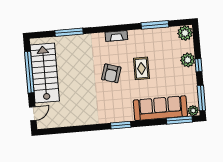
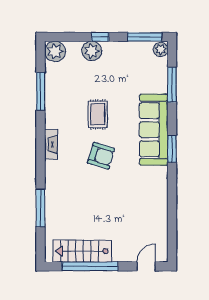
rug: (141, 68) -> (98, 114), turned 90
stairs: (45, 73) -> (82, 251), width x0.73, depth x0.66
sofa: (160, 108) -> (154, 130), moved
door: (33, 114) -> (146, 266), hinge flipped
window: (179, 120) -> (172, 85), moved

